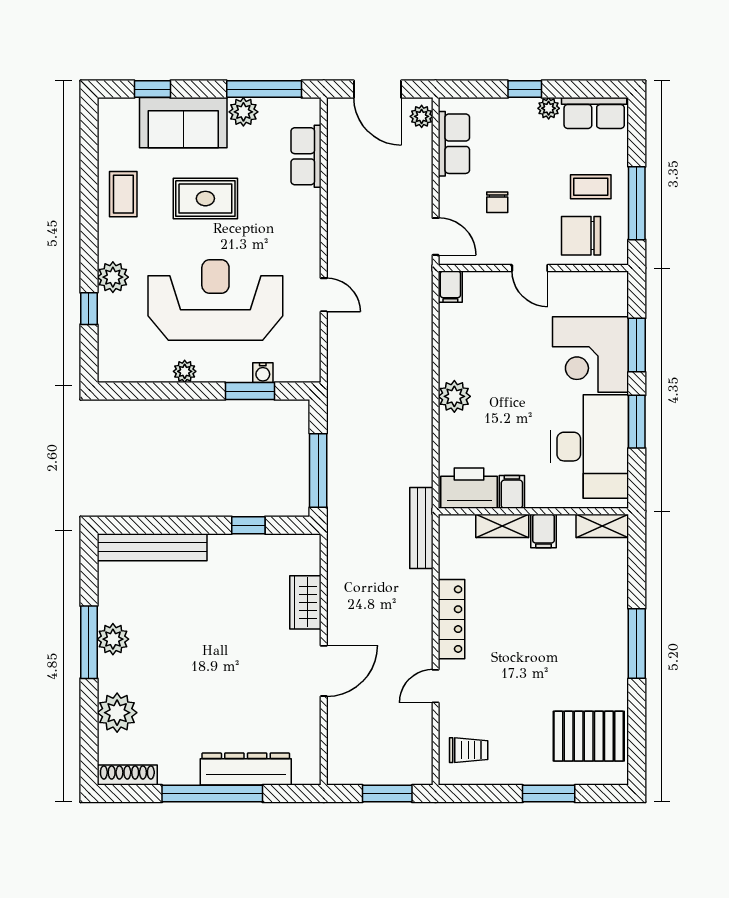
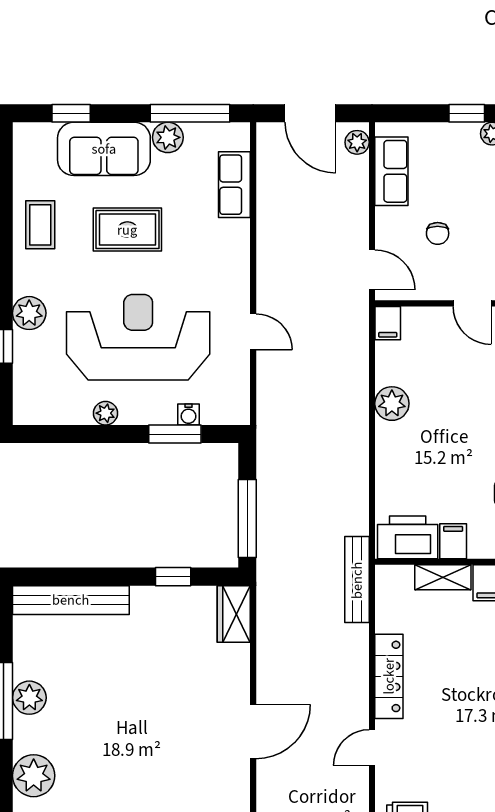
plant: (454, 396) -> (392, 404), moved
wardrobe: (305, 602) -> (234, 614), moved

